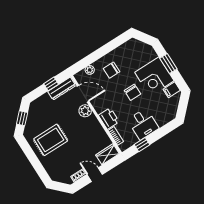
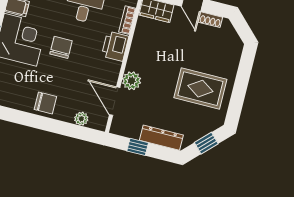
chair: (111, 70) -> (45, 103), moved
dresser: (62, 89) -> (161, 138), moved

